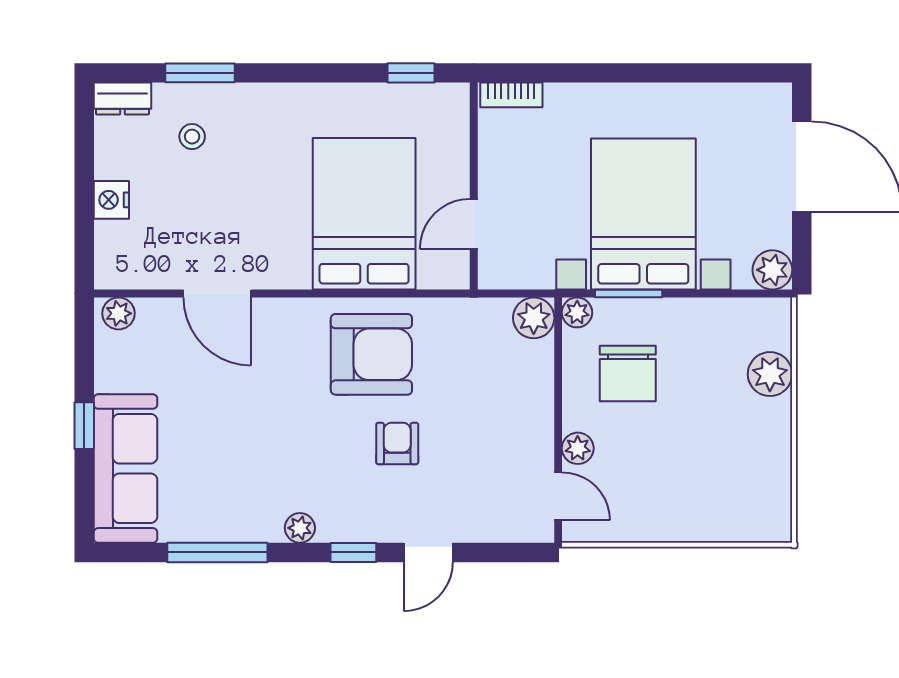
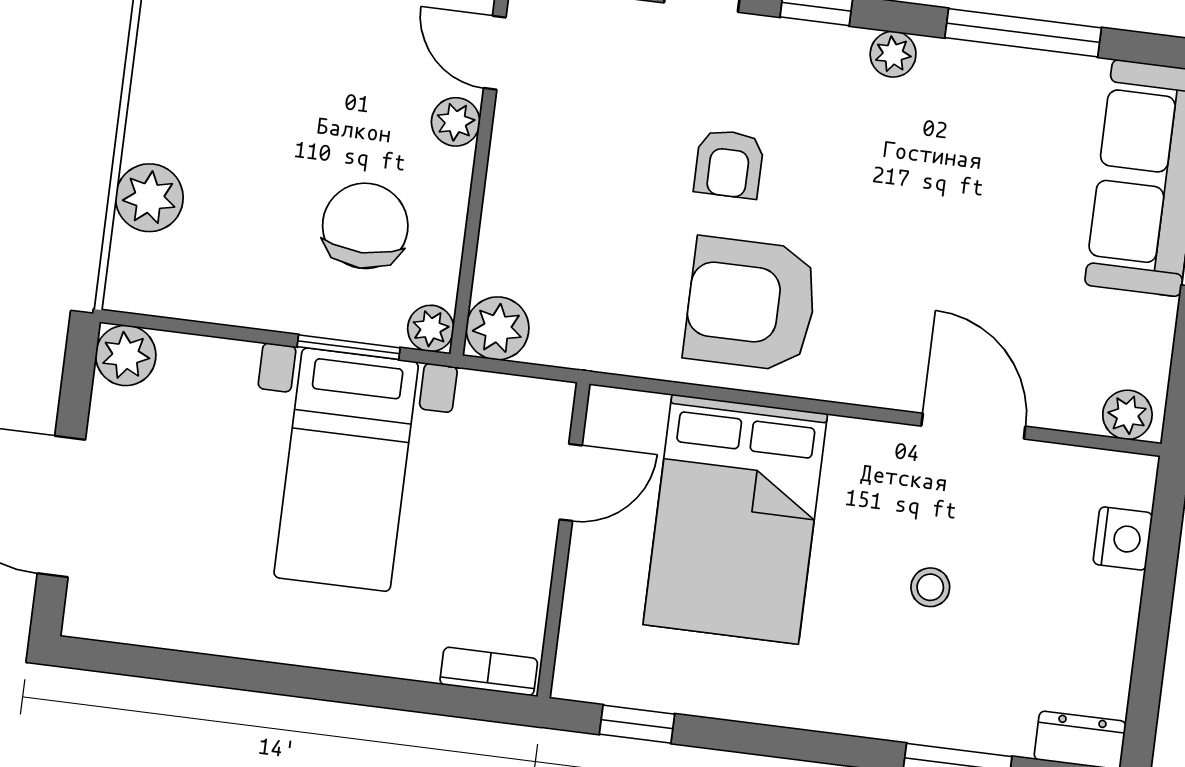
stool: (192, 137) -> (930, 587), moved
nightstand: (111, 200) -> (1123, 538), moved
bed with nightstands: (643, 214) -> (346, 470), width x0.73

